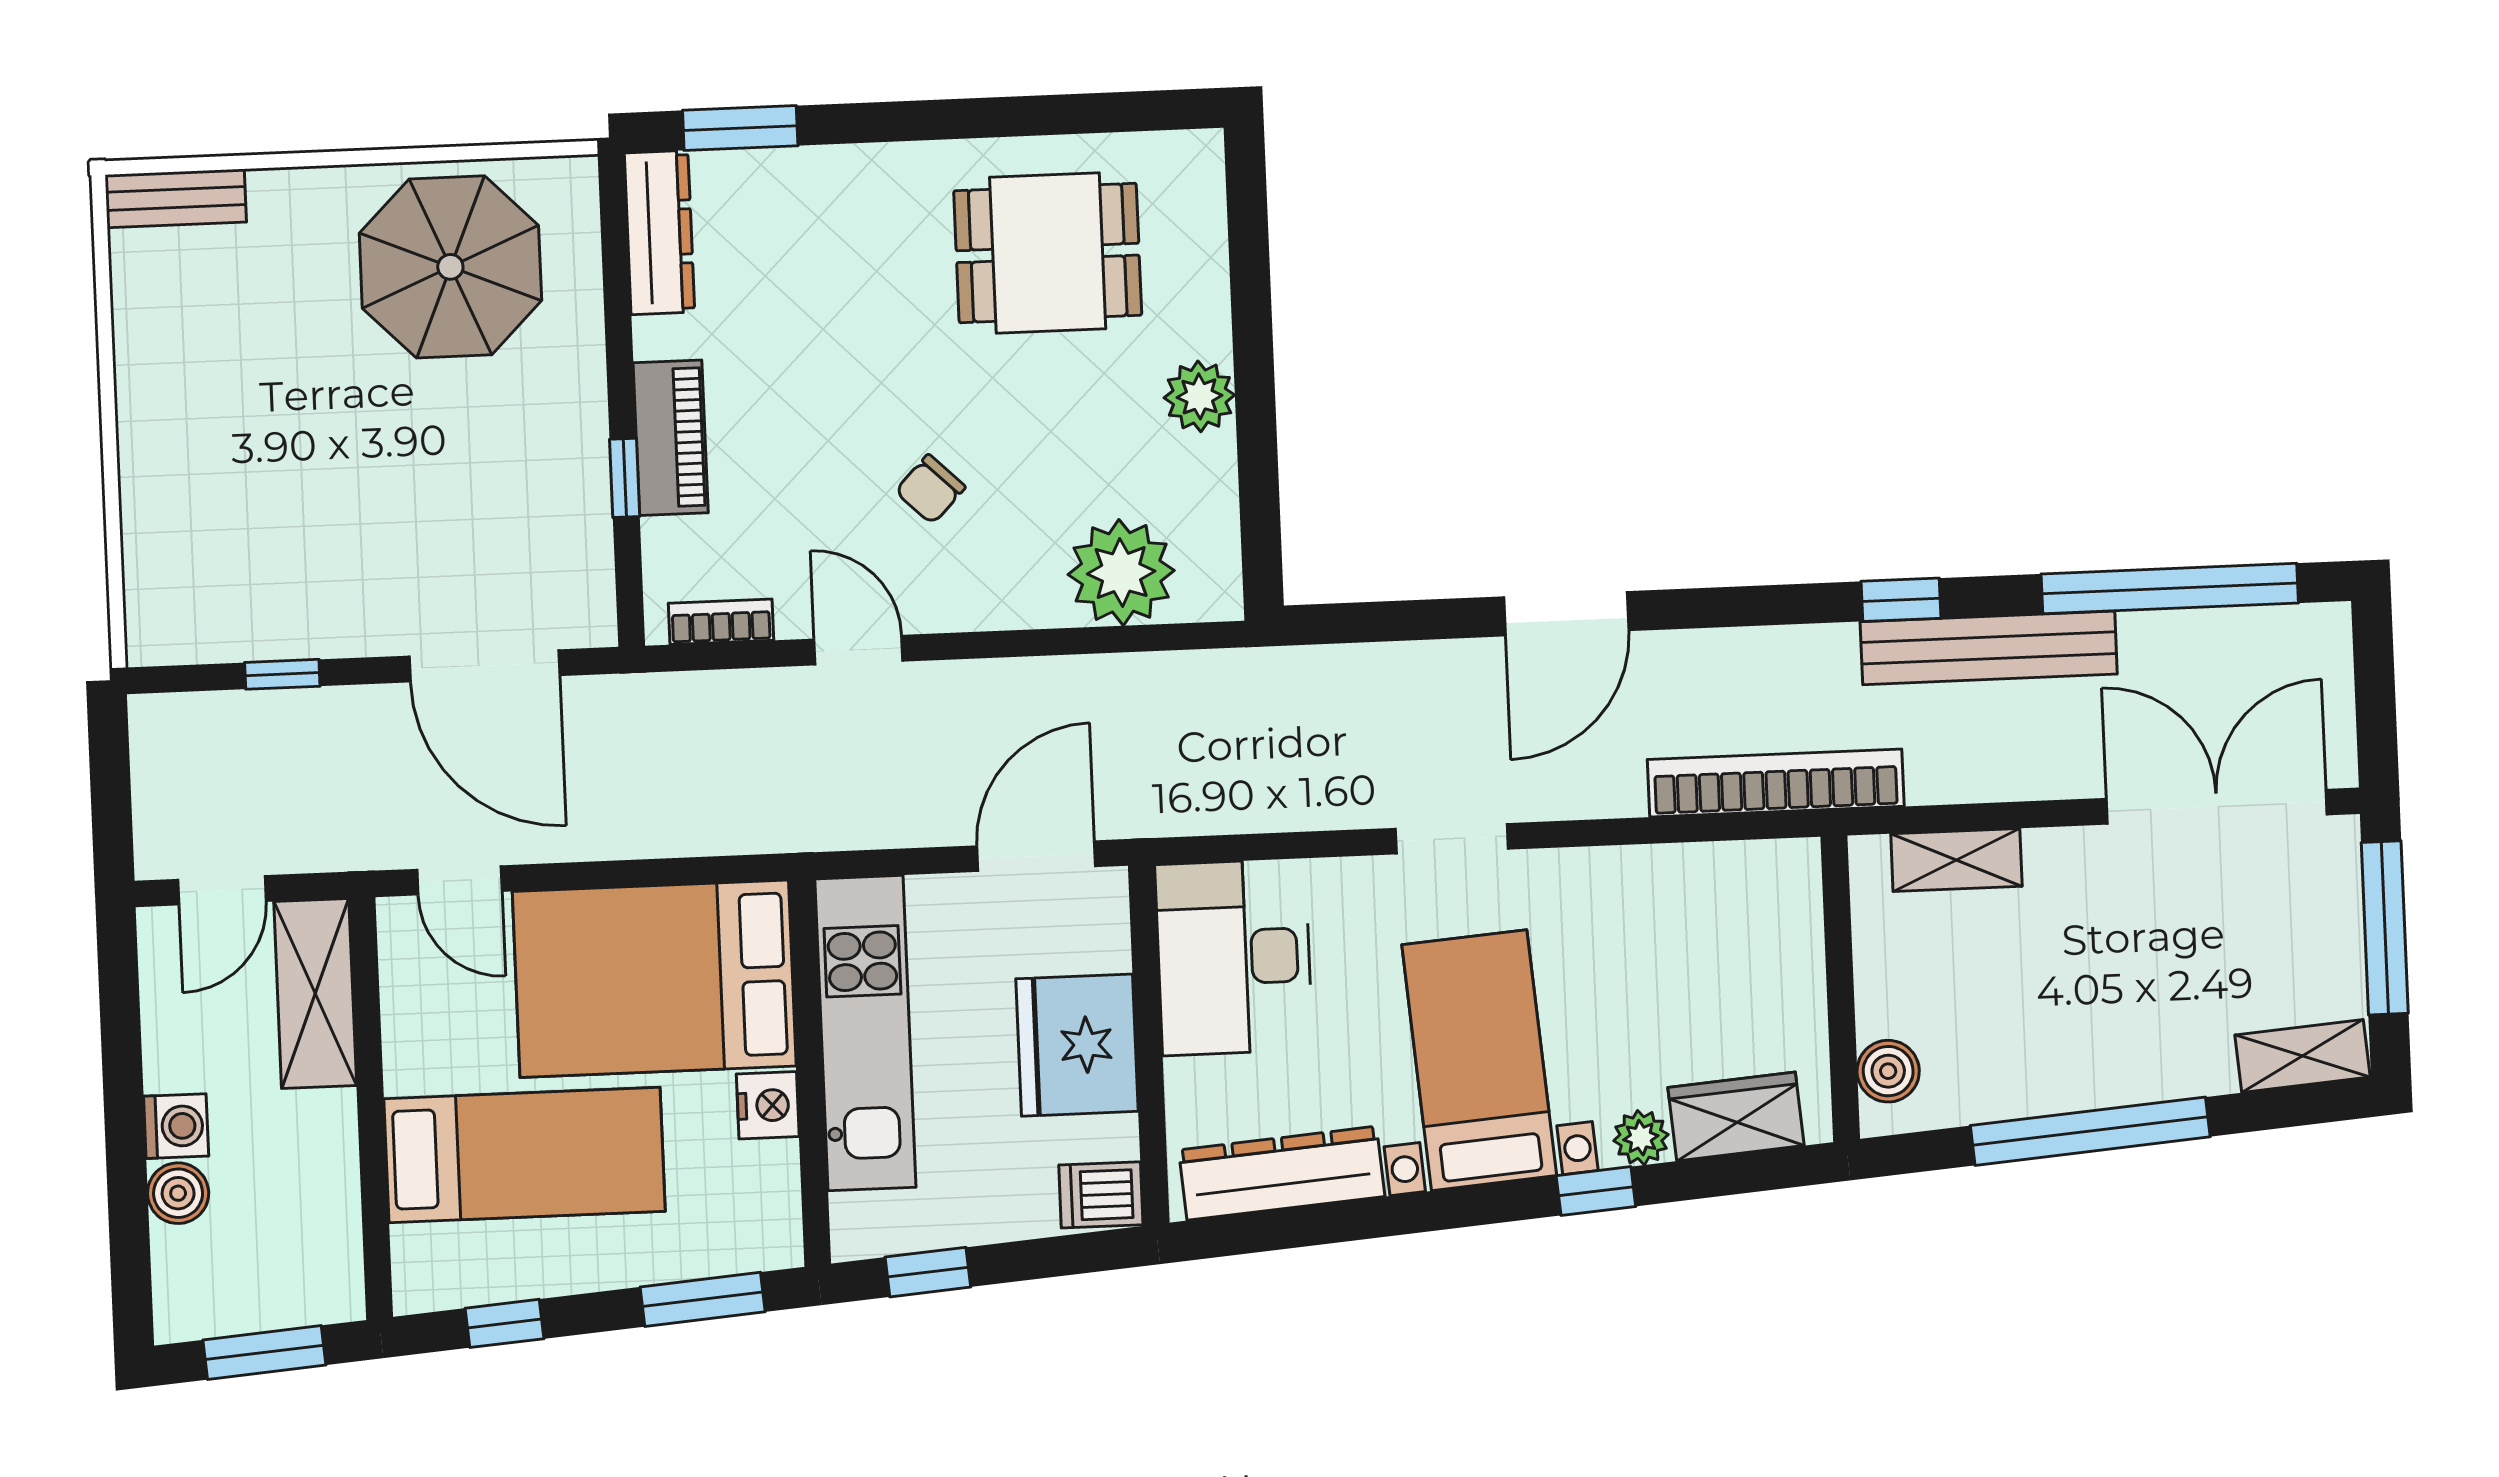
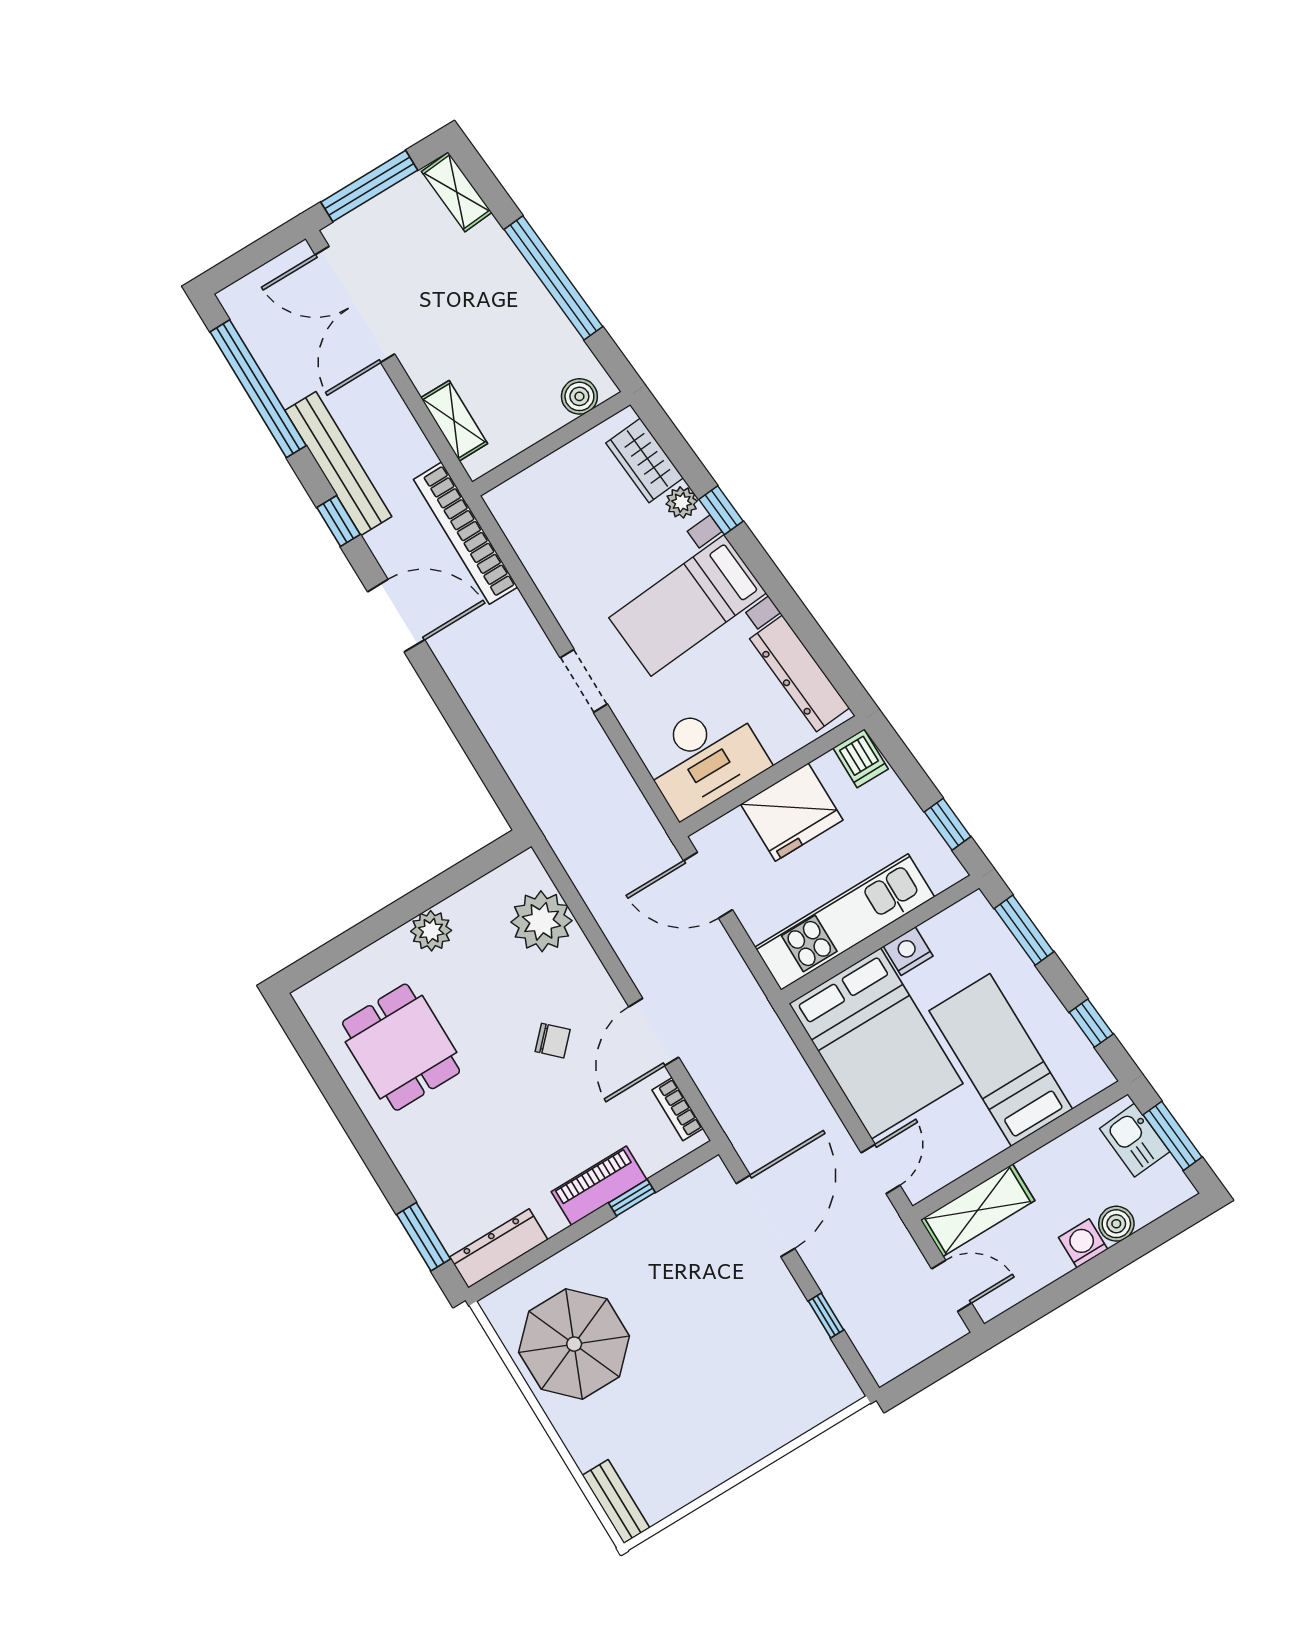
door: (1566, 614) -> (396, 616), moved
door: (858, 650) -> (654, 1032), width x1.38
kitchen sink: (290, 1291) -> (1135, 1140), added

